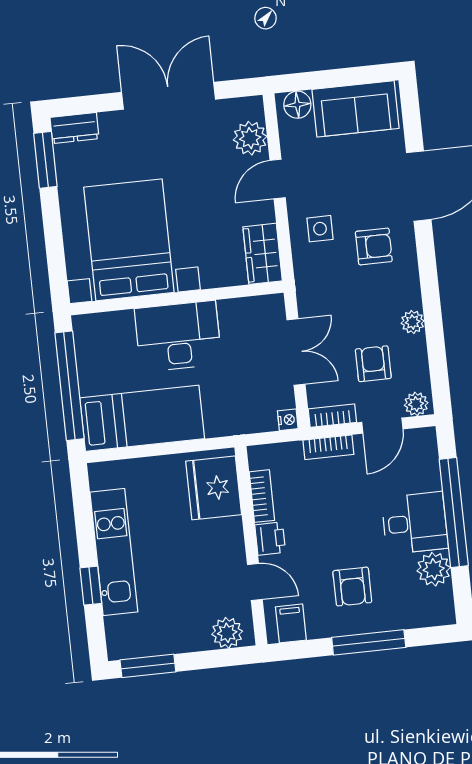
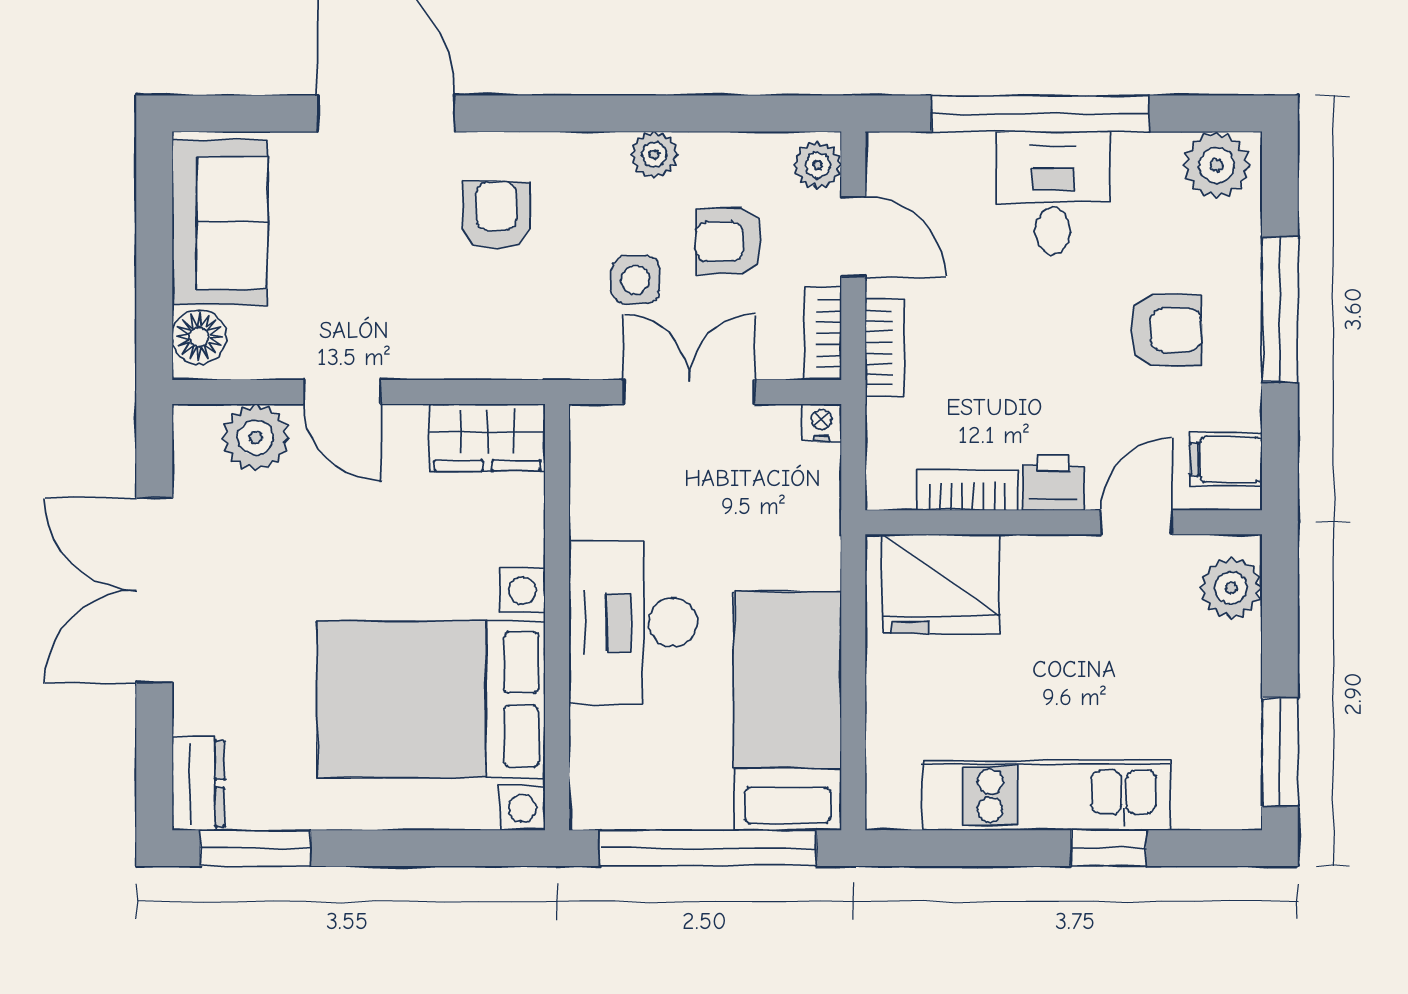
side table: (320, 229) -> (635, 280), moved
plant: (434, 569) -> (1217, 165), moved

